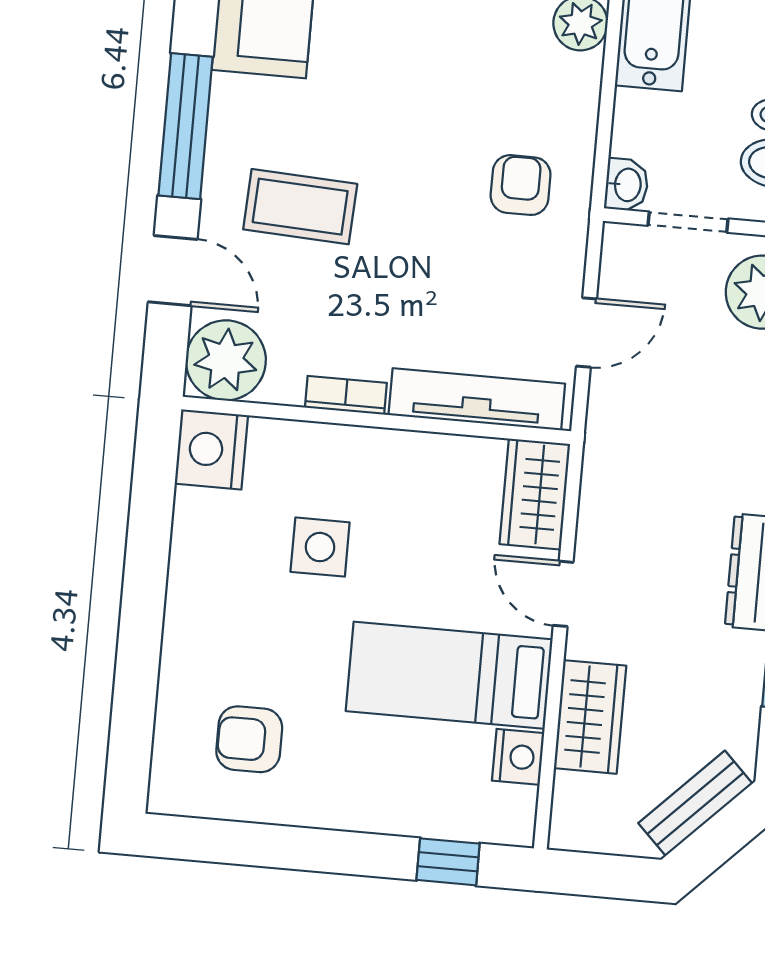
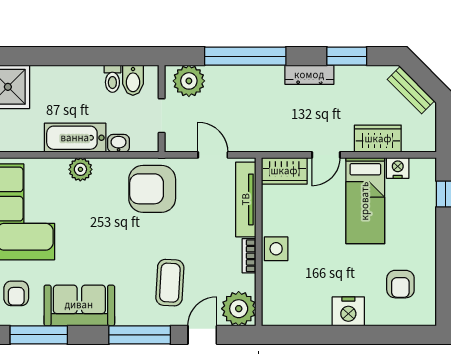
armchair: (521, 185) -> (152, 189), width x1.88, depth x1.88
washbasin: (627, 185) -> (119, 143), moved
nightstand: (211, 449) -> (348, 311), moved
side table: (320, 547) -> (276, 249), moved

